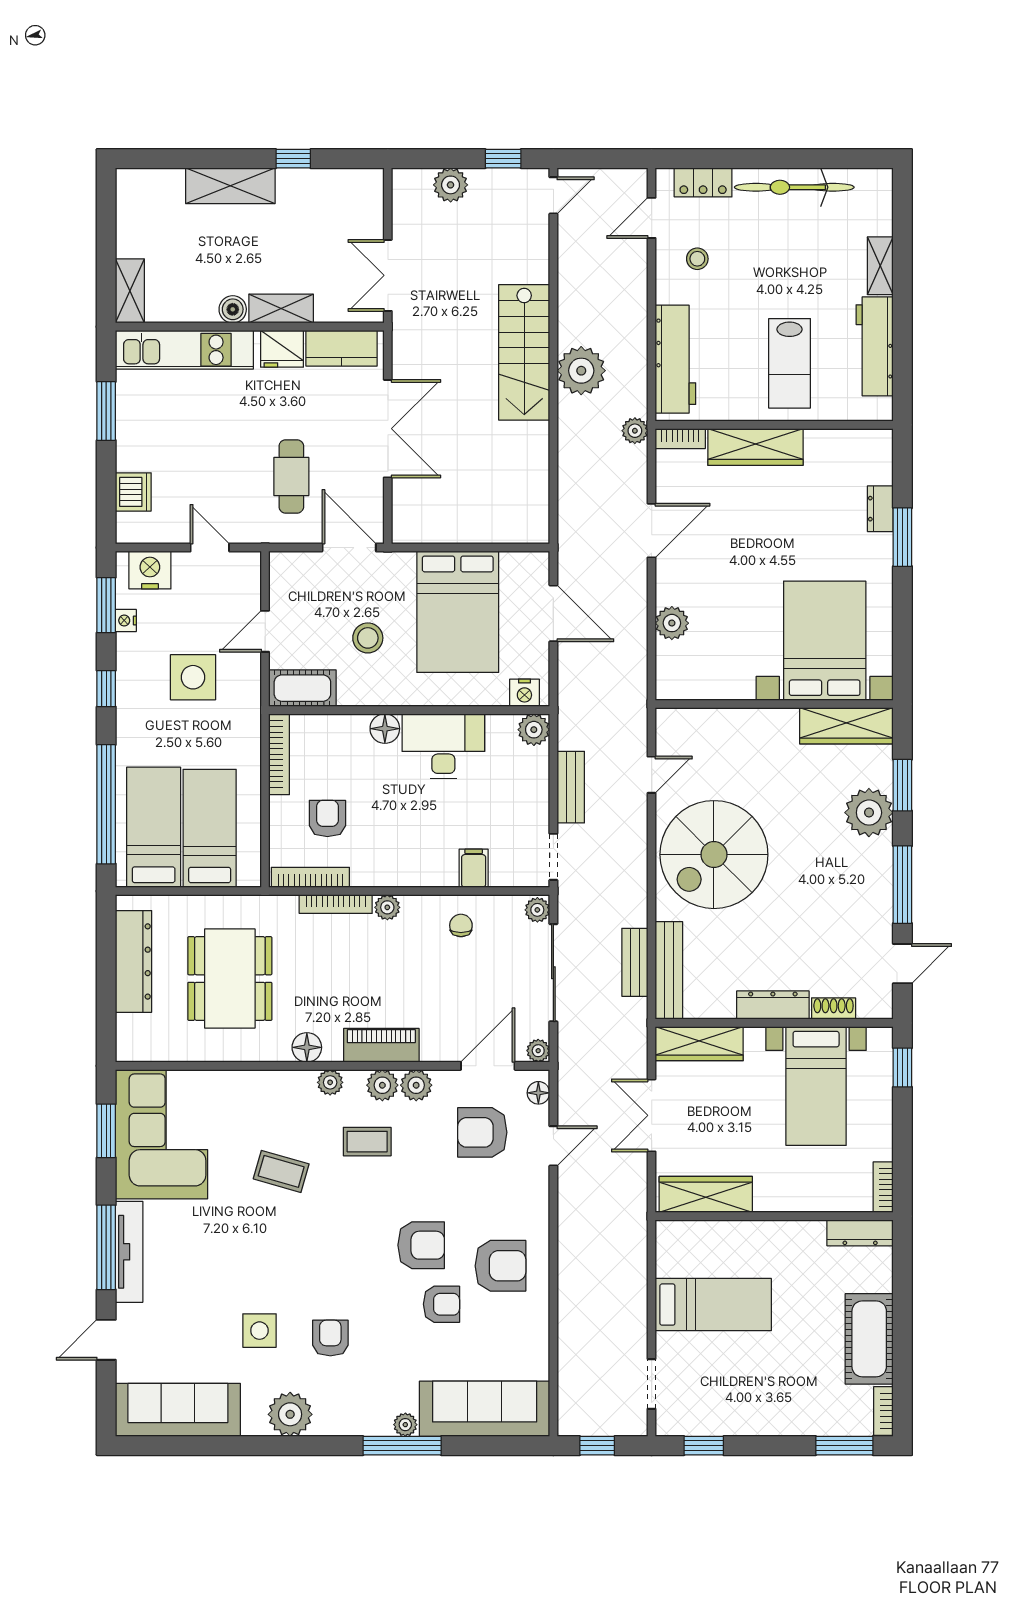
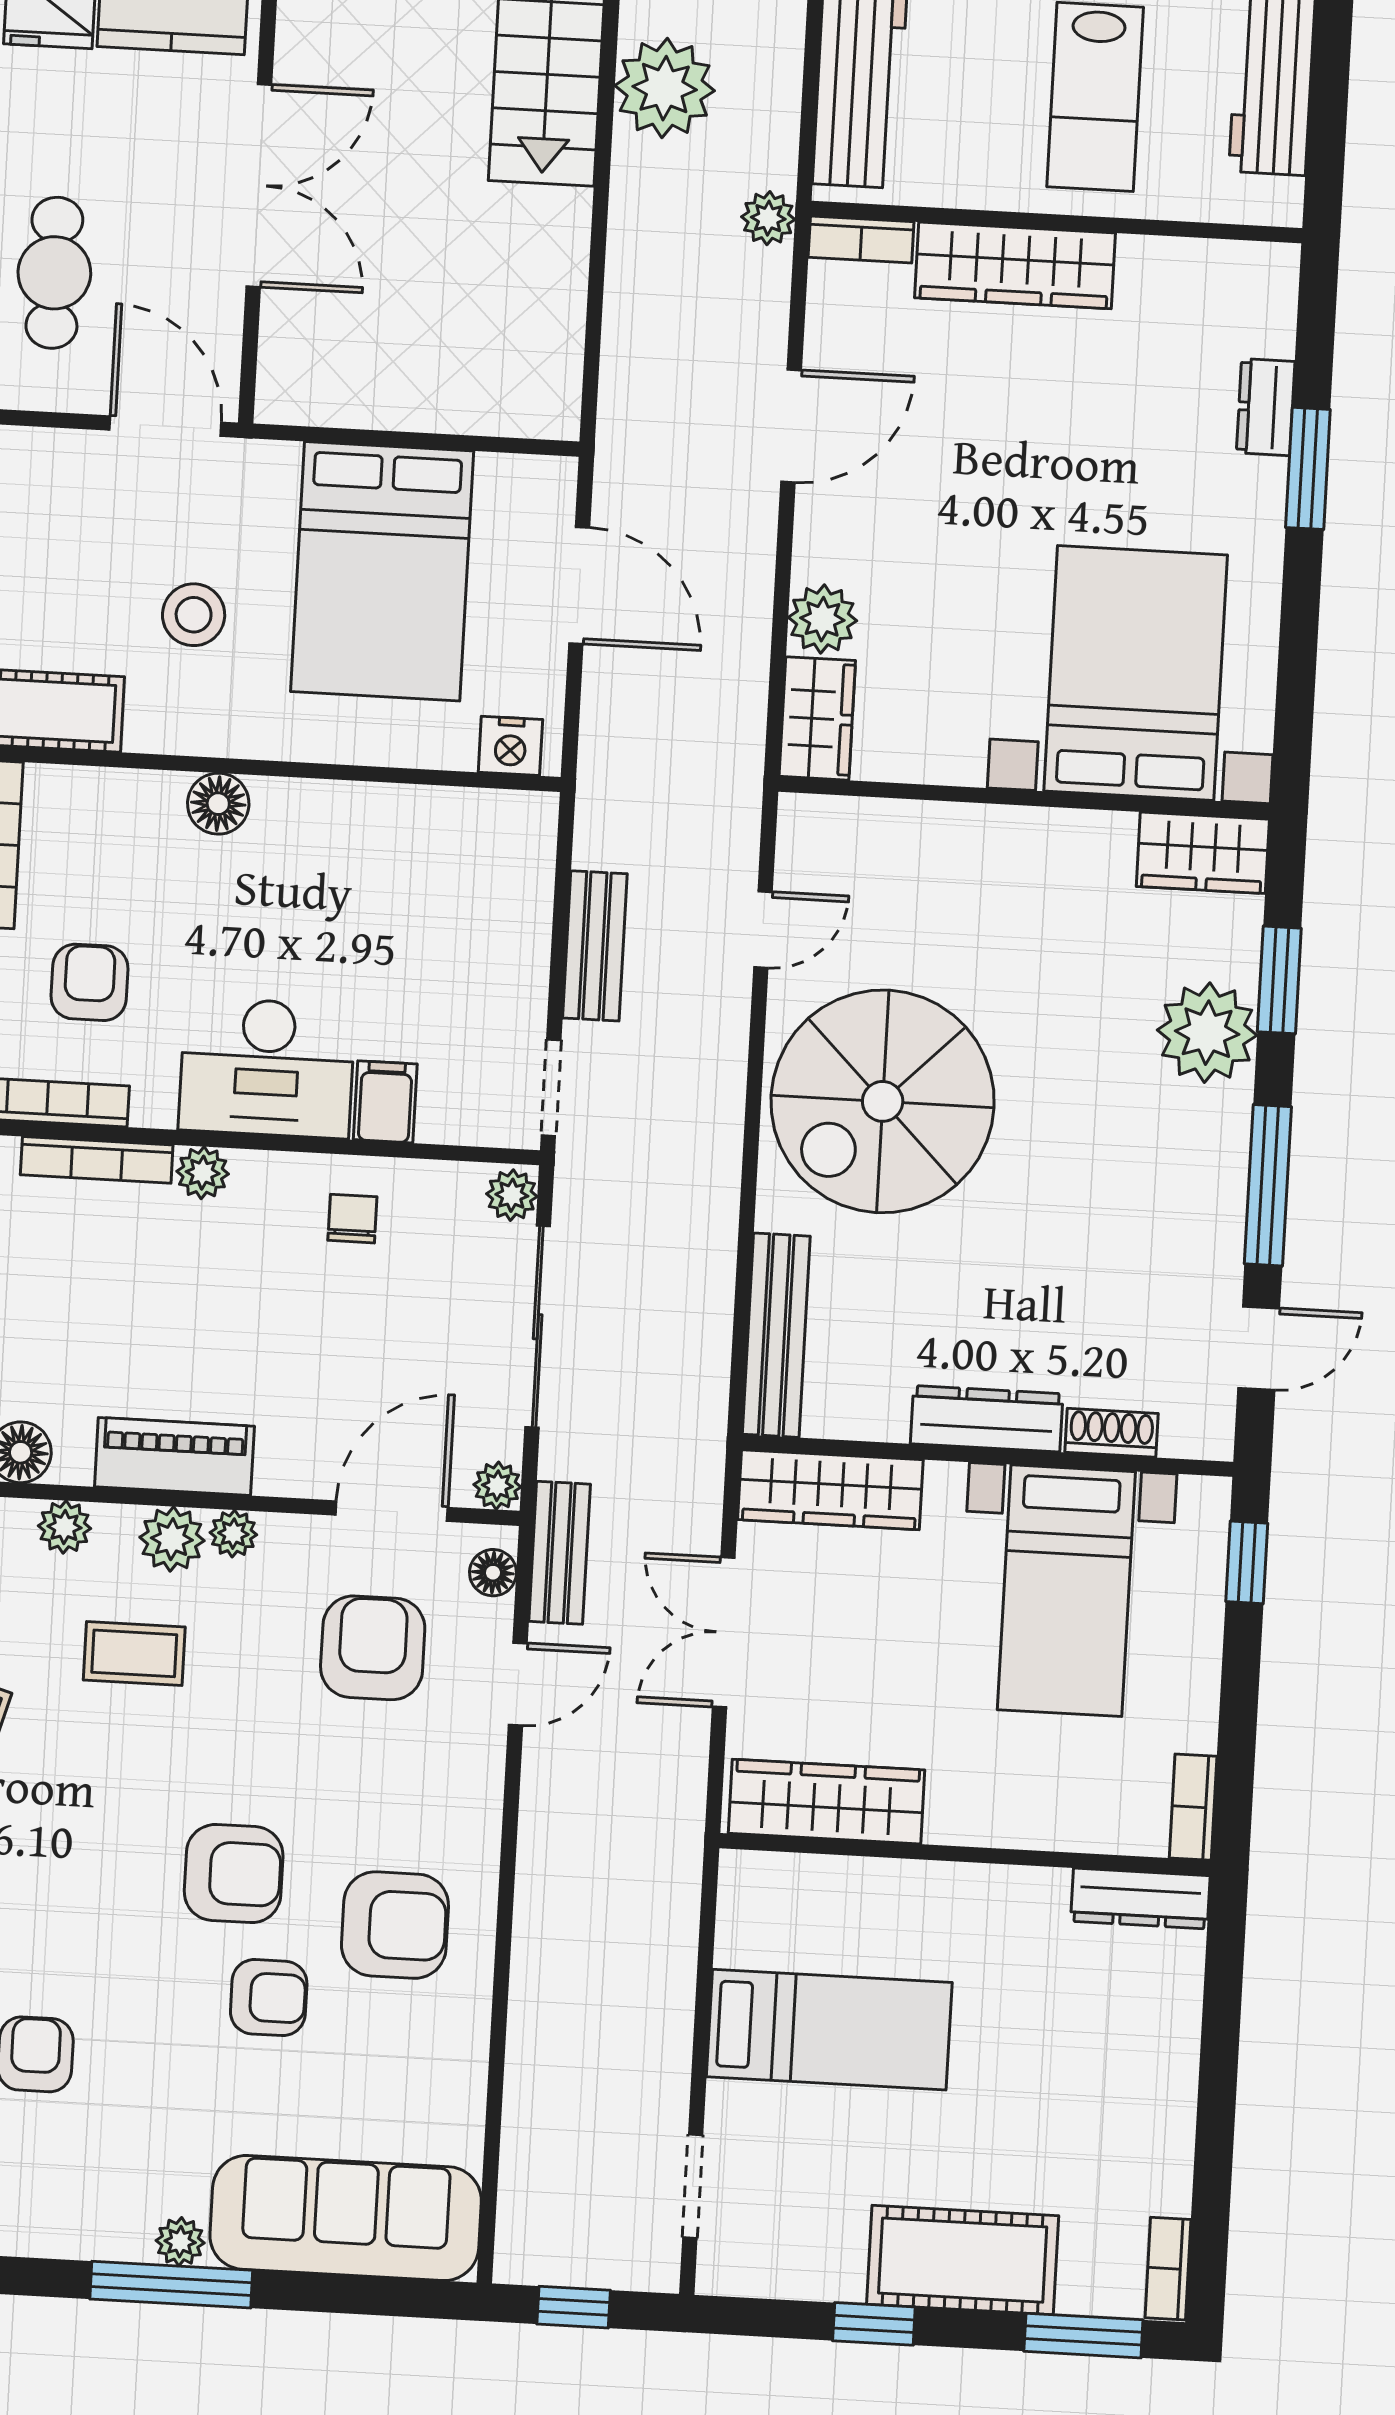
wardrobe: (672, 671) -> (817, 718), added
wardrobe: (846, 726) -> (1203, 853), width x0.67
plant: (534, 730) -> (525, 823), removed
desk: (443, 746) -> (267, 1068), moved, turned 180
bench: (635, 962) -> (560, 1553), moved
plant: (416, 1085) -> (233, 1534), width x0.73, depth x0.73
armchair: (482, 1132) -> (373, 1648), turned 90
cot: (869, 1339) -> (963, 2260), moved, turned 90
window: (704, 1446) -> (874, 2324), moved

